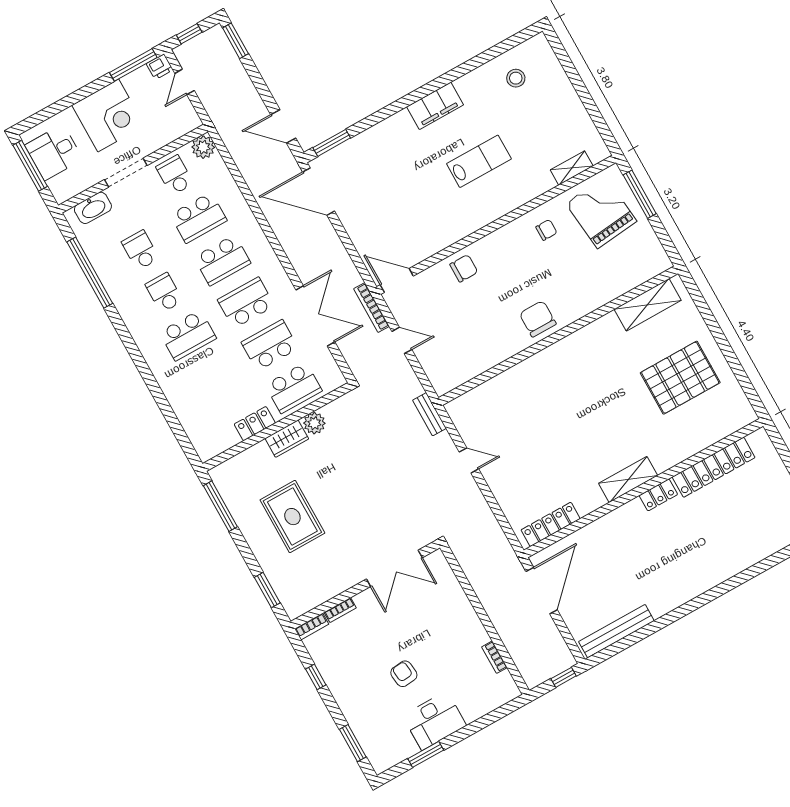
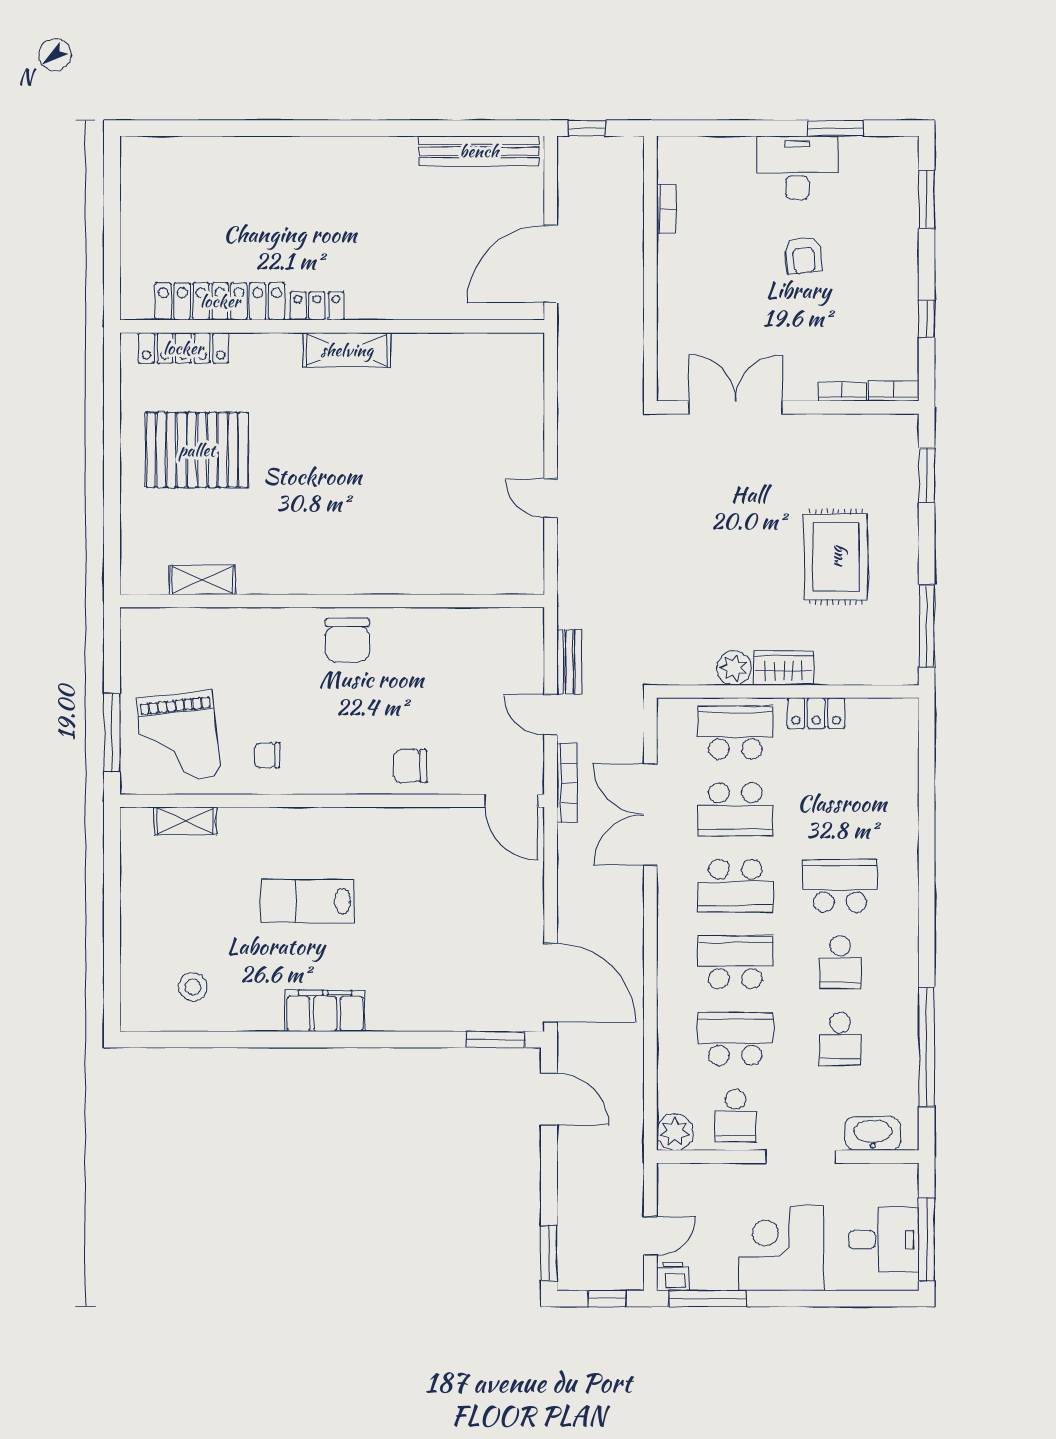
shelving: (648, 305) -> (202, 580), width x0.67, depth x0.75
bench: (429, 414) -> (569, 662), moved
locker: (551, 524) -> (183, 348), moved

